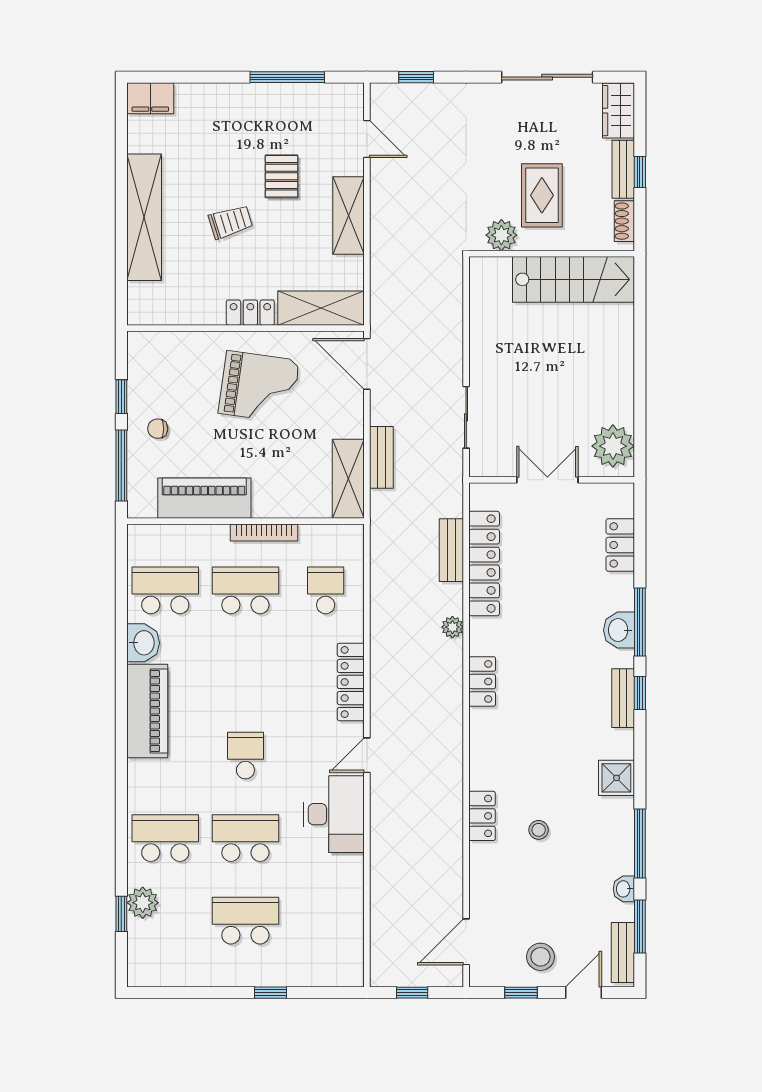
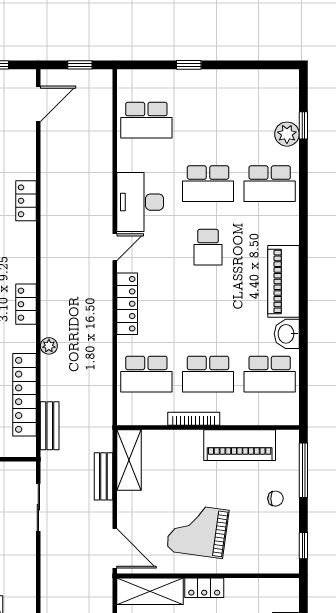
window: (121, 397) -> (303, 546), moved
bench: (451, 550) -> (50, 426), moved
school desk: (326, 590) -> (146, 374), width x1.85
school desk: (245, 921) -> (146, 120), moved

